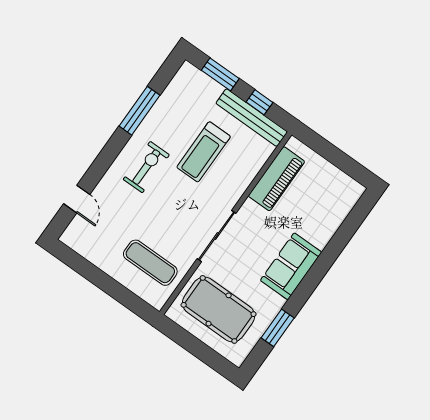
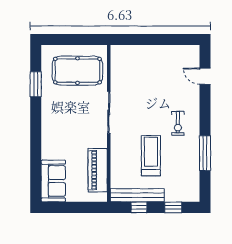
window: (220, 74) -> (173, 207), width x0.67
exercise bike: (146, 167) -> (178, 123), width x0.73, depth x0.72
exercise mat: (150, 263) -> (136, 70), removed
sofa: (291, 266) -> (53, 181), moved

